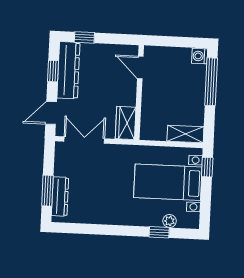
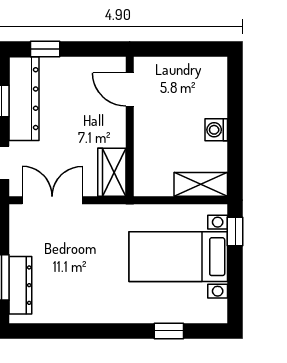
washing machine: (200, 56) -> (216, 130), moved
window: (211, 82) -> (235, 106), removed
plant: (170, 221) -> (183, 314), removed

